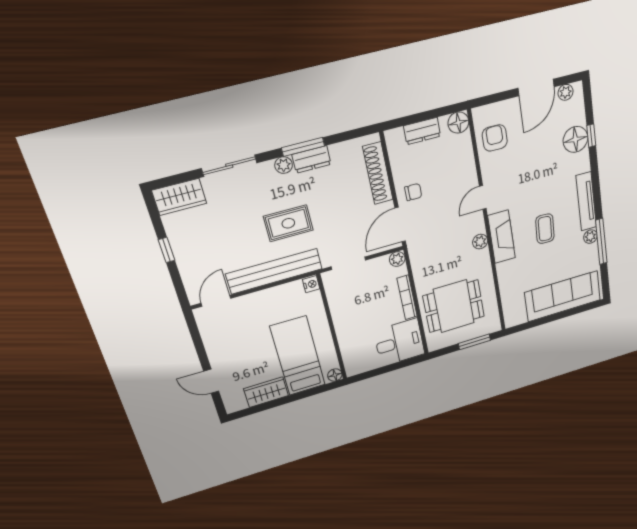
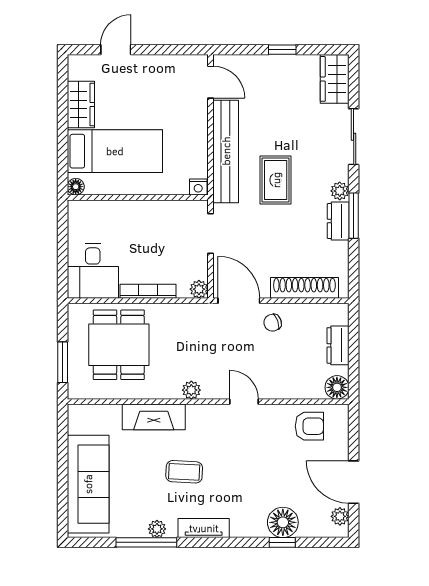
chair: (413, 192) -> (273, 323), turned 71
tv unit: (586, 201) -> (204, 528), width x0.71
fireplace: (502, 237) -> (154, 417), moved

